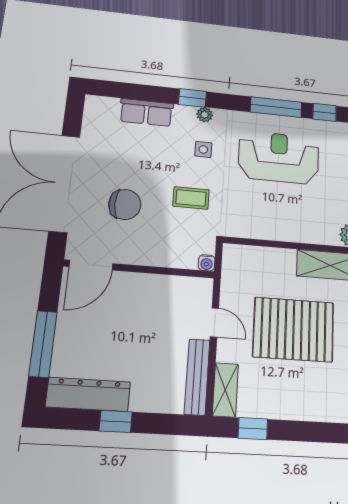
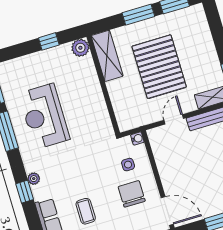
side table: (203, 149) -> (128, 165), moved
coffee table: (191, 198) -> (86, 211), moved
chair: (125, 204) -> (132, 194), moved

